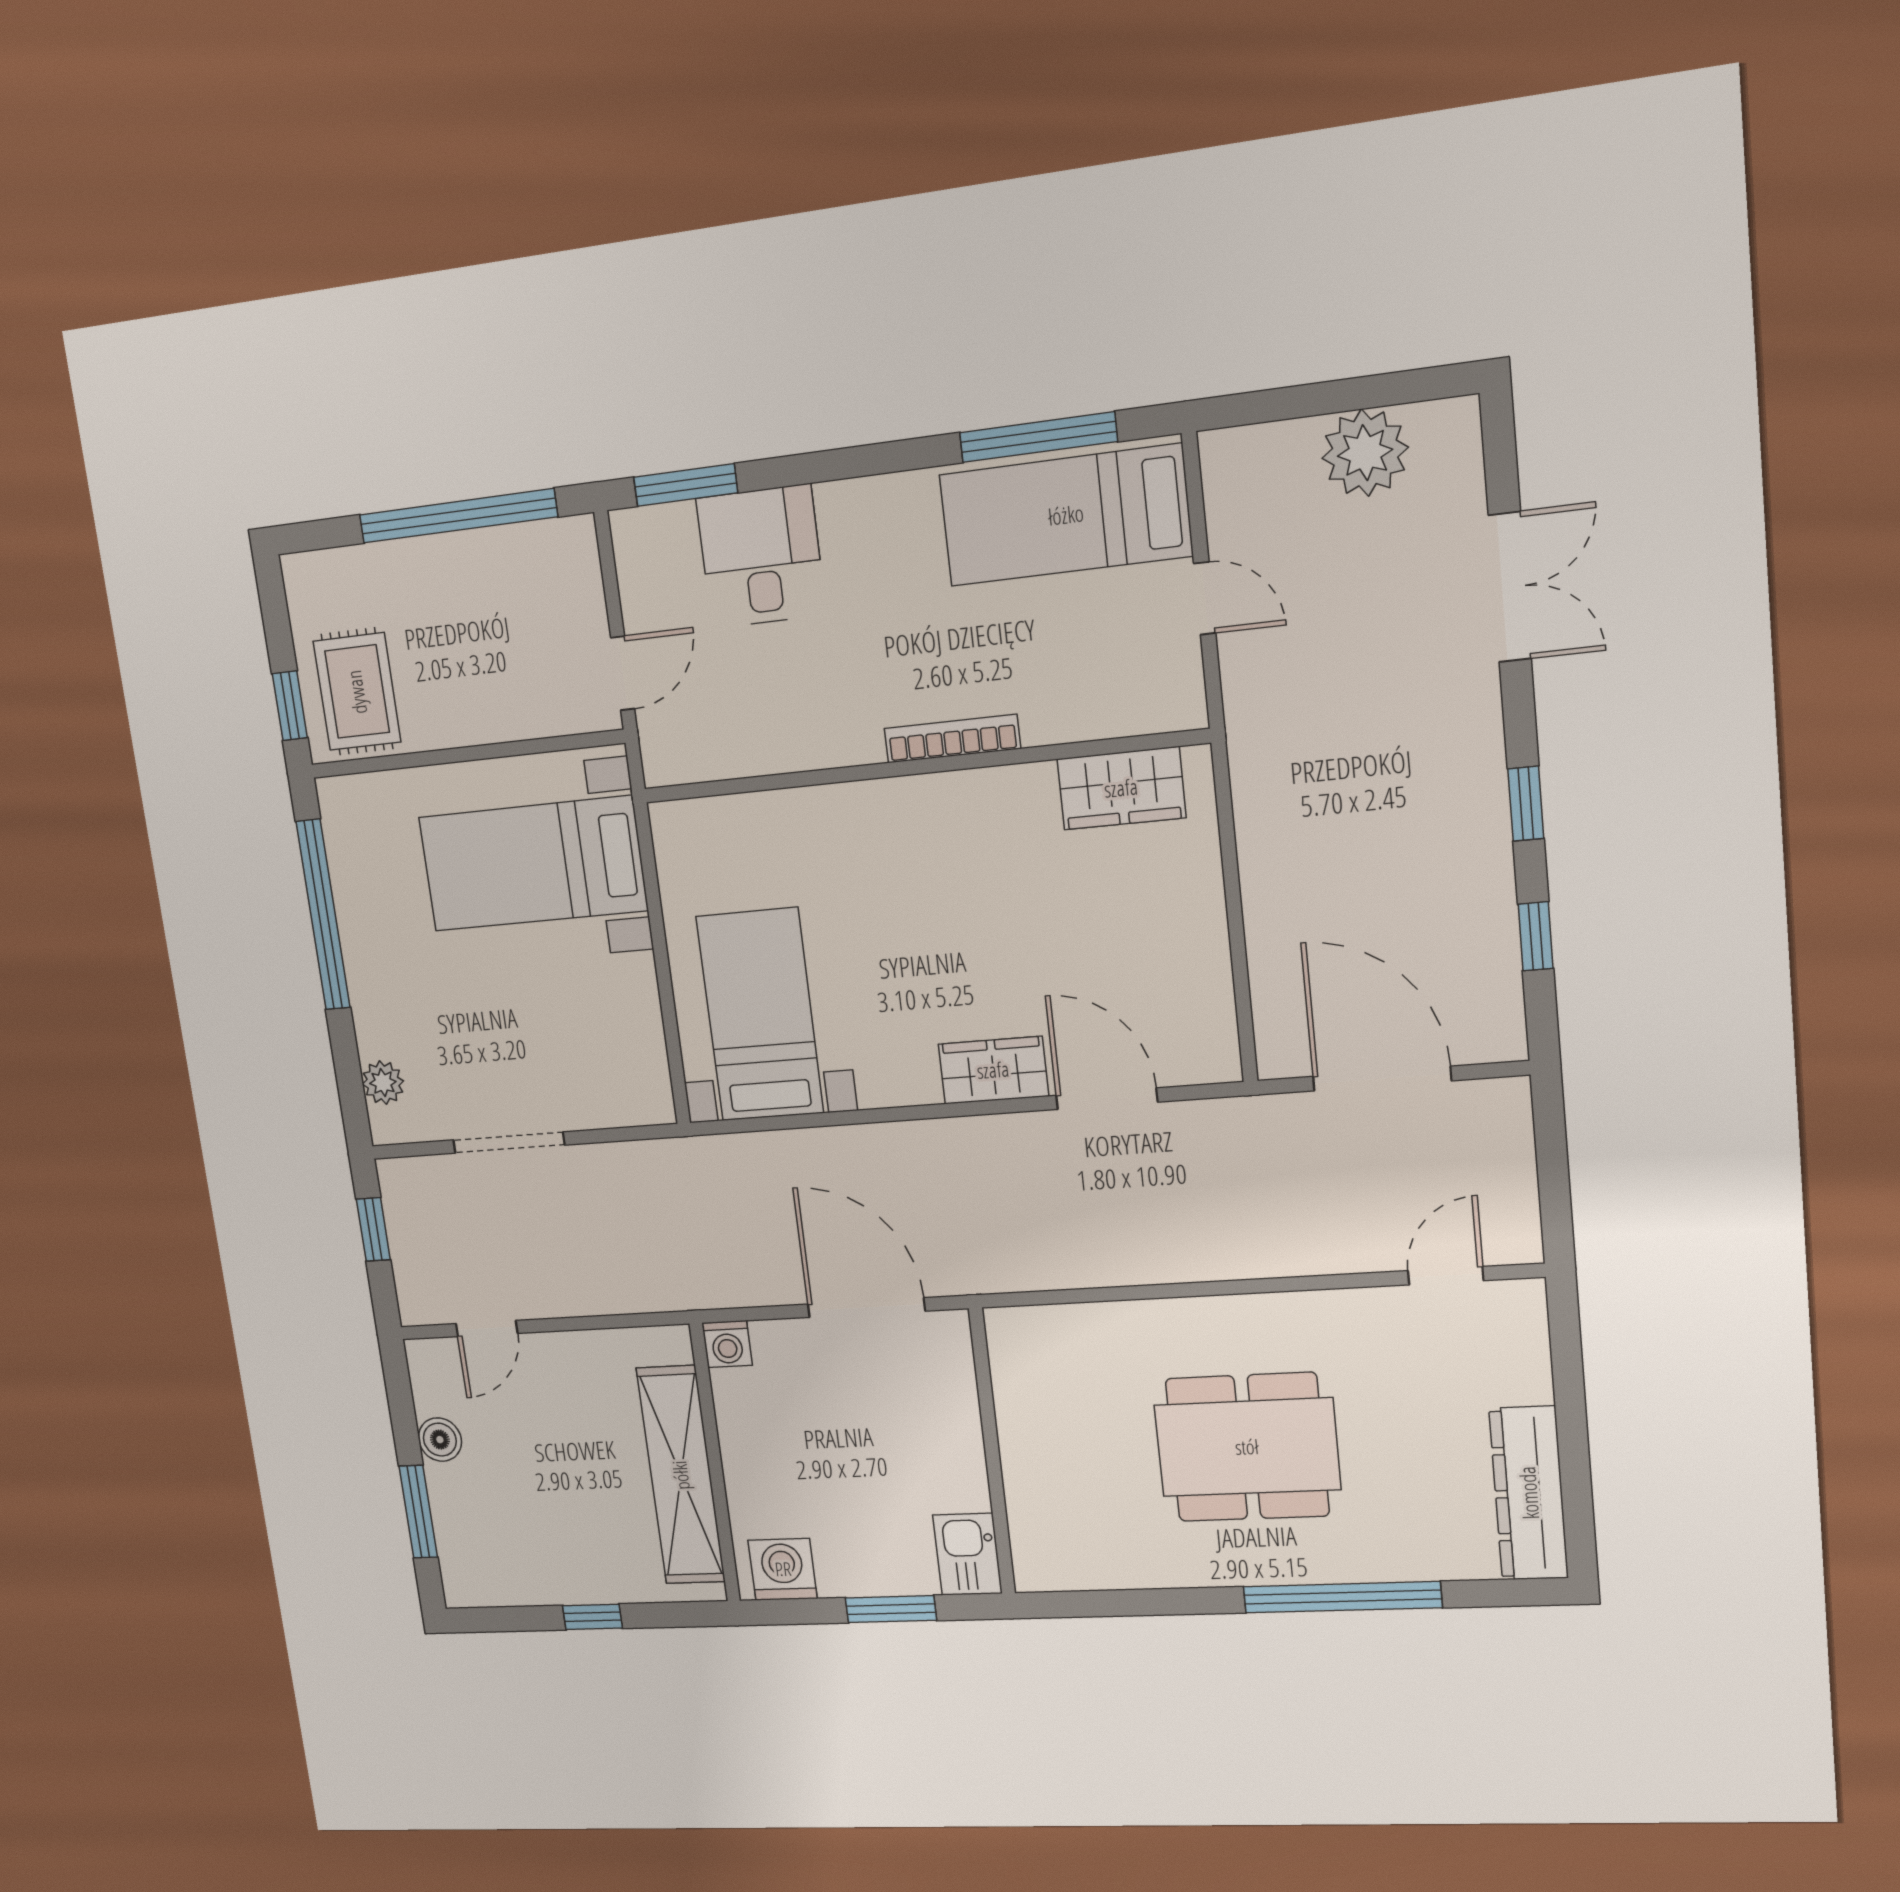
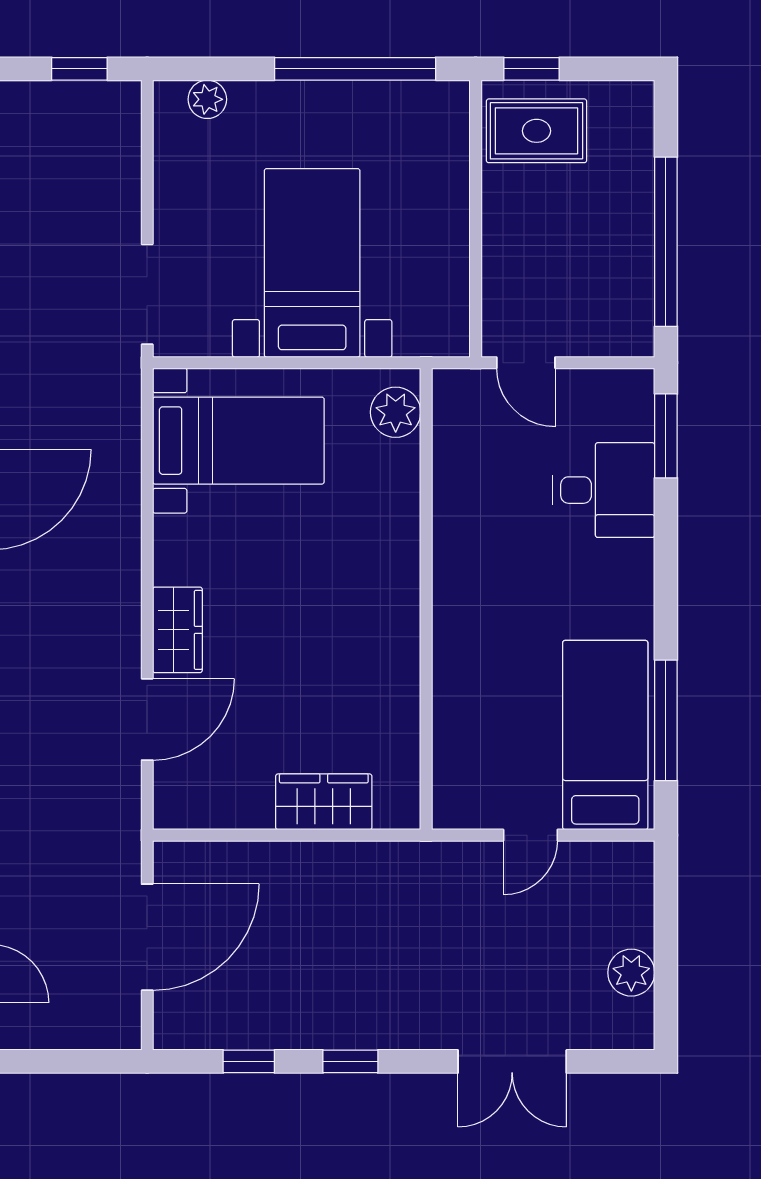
plant: (1365, 453) -> (631, 973), width x0.73, depth x0.73
bookcase: (952, 739) -> (445, 627), removed
wardrobe: (1121, 788) -> (324, 802), moved, turned 90
plant: (702, 828) -> (396, 412), added
bed with nightstands: (533, 864) -> (312, 263), moved
doorway: (509, 1143) -> (147, 294), moved

